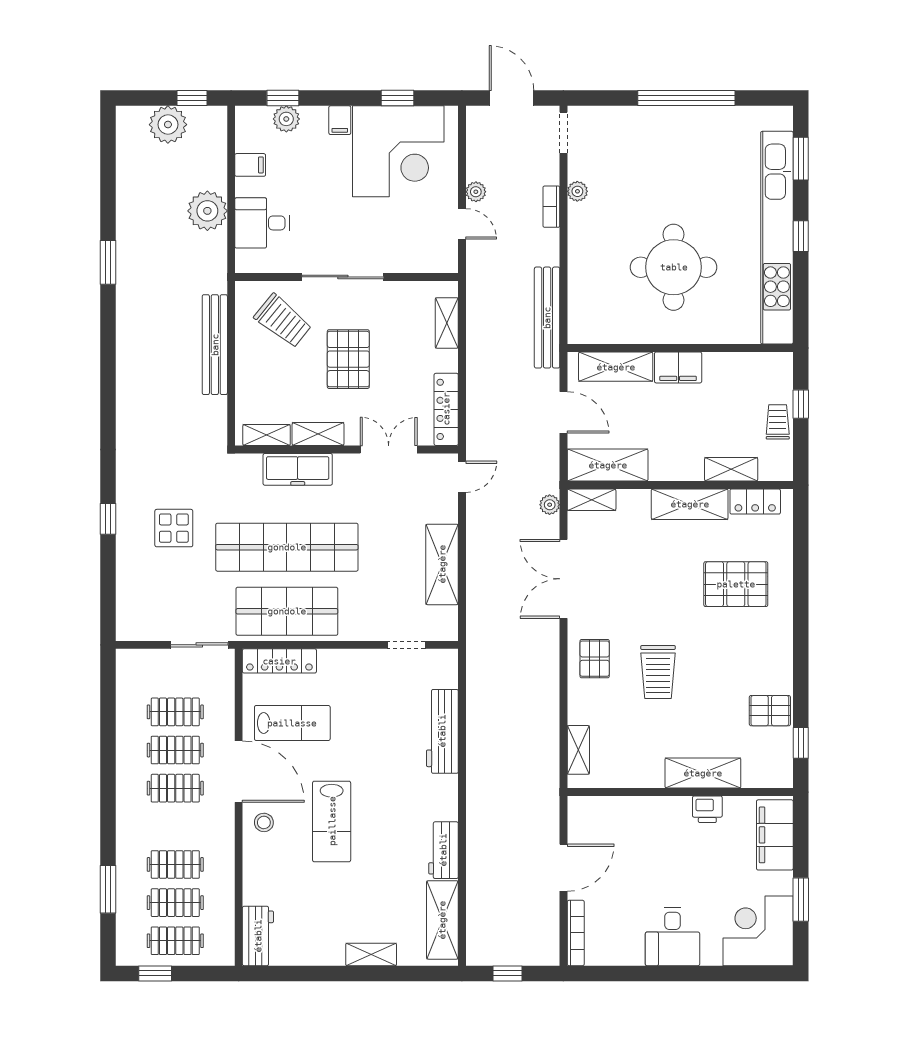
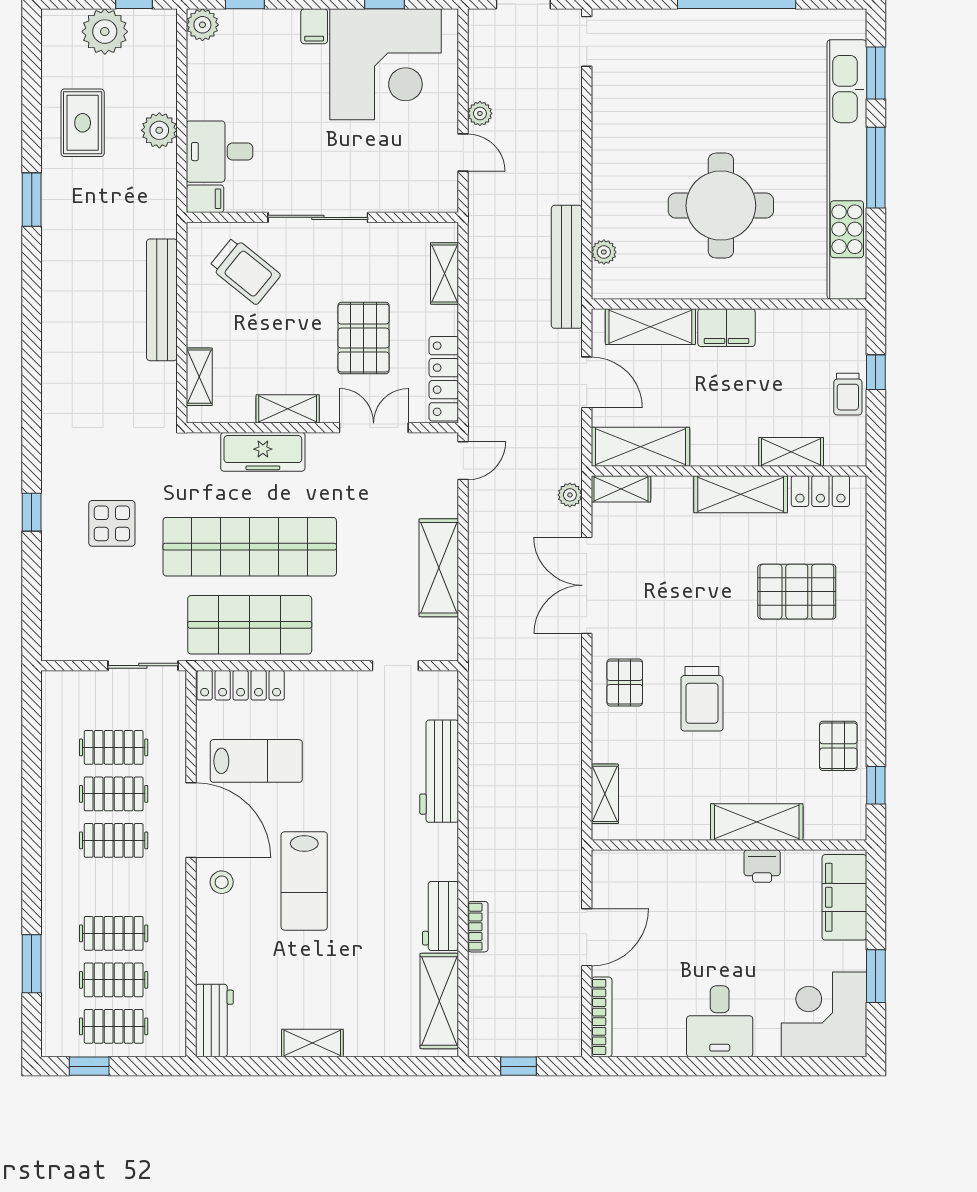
plant: (286, 119) -> (202, 25), moved
filing cabinet: (250, 165) -> (205, 199), moved
plant: (577, 191) -> (604, 252), moved
rug: (150, 199) -> (83, 123), added
bookcase: (551, 207) -> (478, 927), moved, turned 180
plant: (207, 211) -> (159, 130), width x0.73, depth x0.73
window: (801, 236) -> (876, 168), width x2.17
pallet: (348, 359) -> (364, 338), moved
trolley: (778, 422) -> (848, 394), turned 180
shelving: (267, 435) -> (199, 377), moved, turned 90
pallet: (770, 711) -> (838, 746), turned 90
shelving: (371, 954) -> (312, 1043), moved

